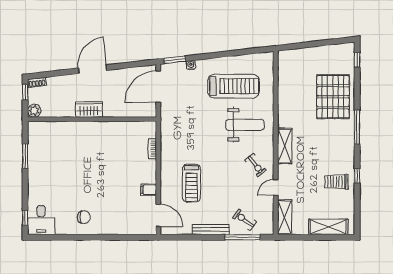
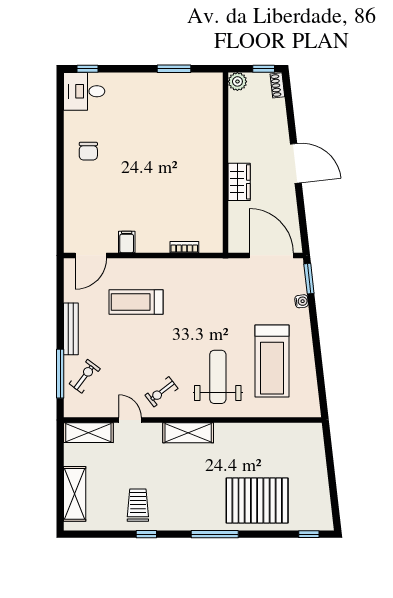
wardrobe: (89, 110) -> (239, 182), moved
weight bench: (245, 125) -> (218, 377), turned 180

